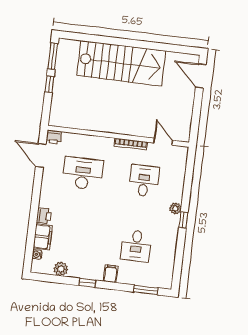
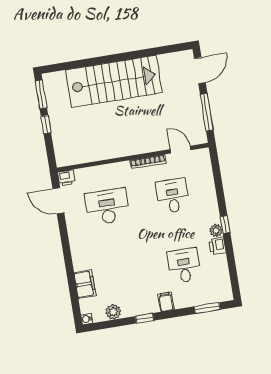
door: (201, 76) -> (200, 70), swing flipped
window: (196, 115) -> (207, 112), added
plant: (175, 208) -> (216, 231), moved
printer: (44, 216) -> (217, 246), moved, turned 180
desk: (136, 246) -> (184, 265), turned 180
water cooler: (37, 254) -> (87, 319), moved

